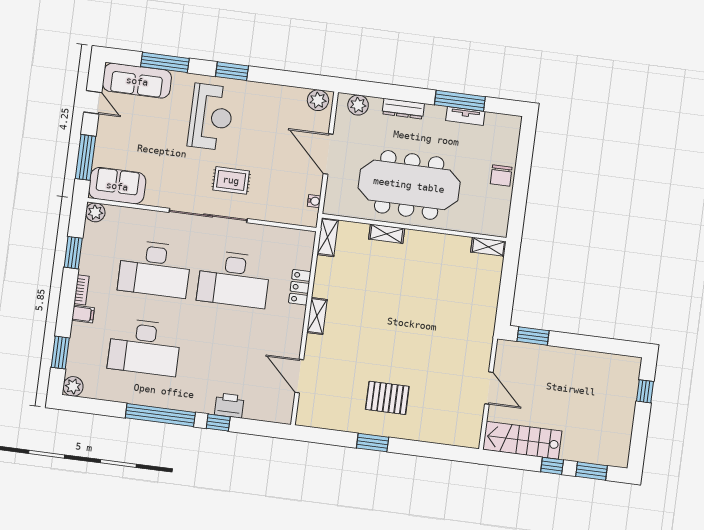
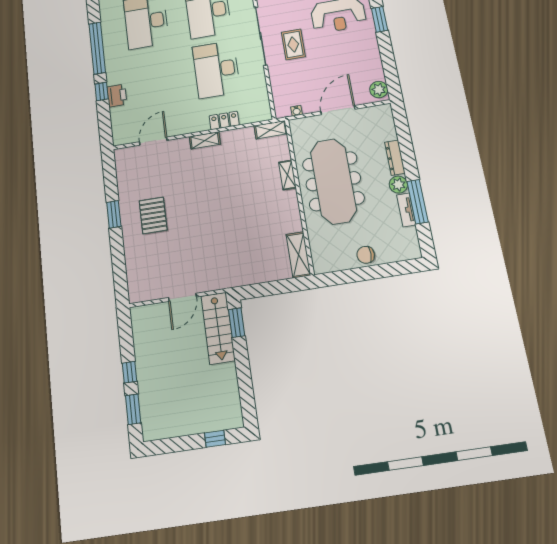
plant: (358, 105) -> (398, 185), moved
shelving: (488, 247) -> (298, 255), width x1.50, depth x1.33
stairs: (522, 440) -> (218, 328), moved, turned 180

